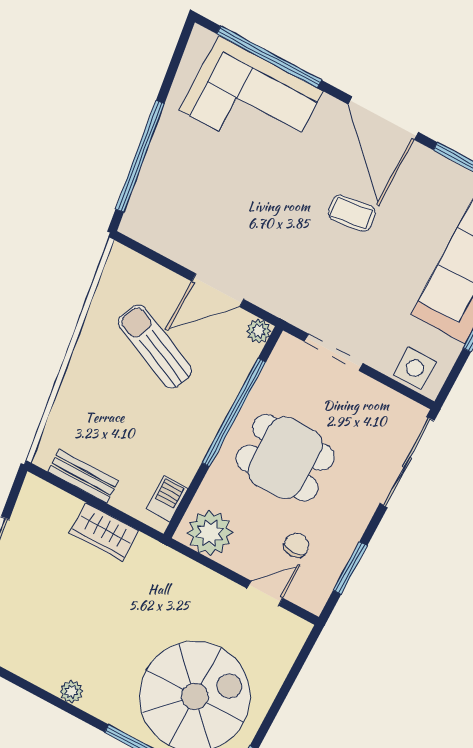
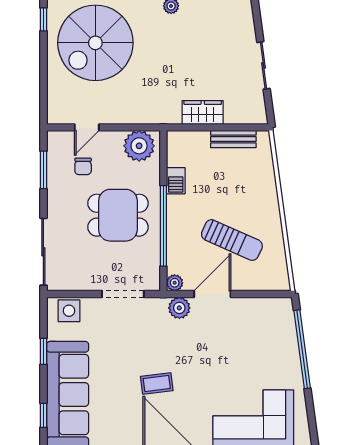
plant: (270, 295) -> (179, 308), added
barbecue: (167, 499) -> (176, 181), moved

